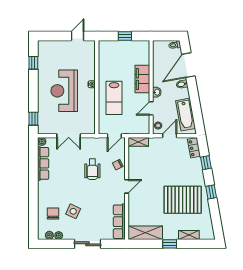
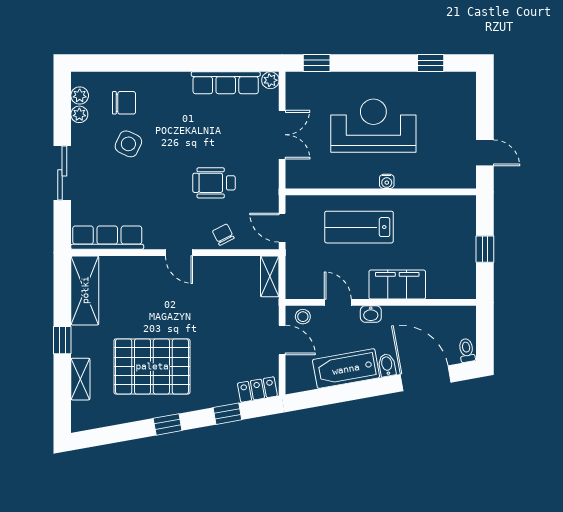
bathtub: (185, 115) -> (346, 369), moved
double door: (69, 136) -> (282, 135), swing flipped
pallet: (183, 200) -> (152, 366), turned 90

